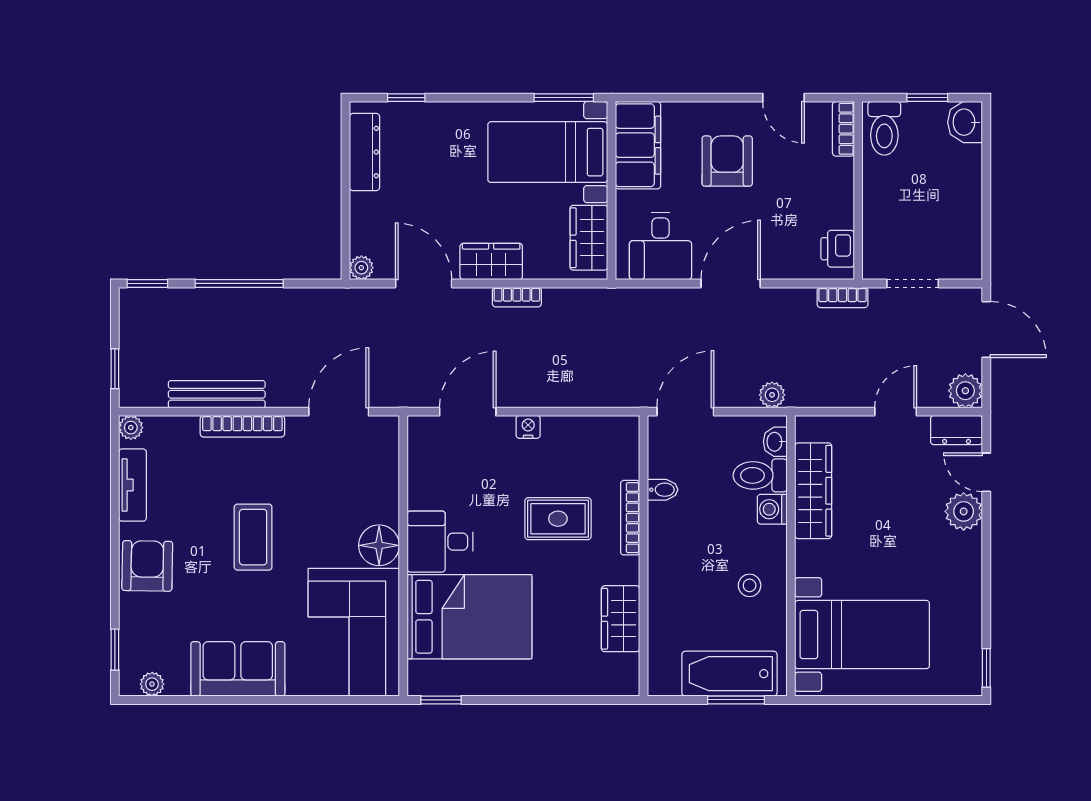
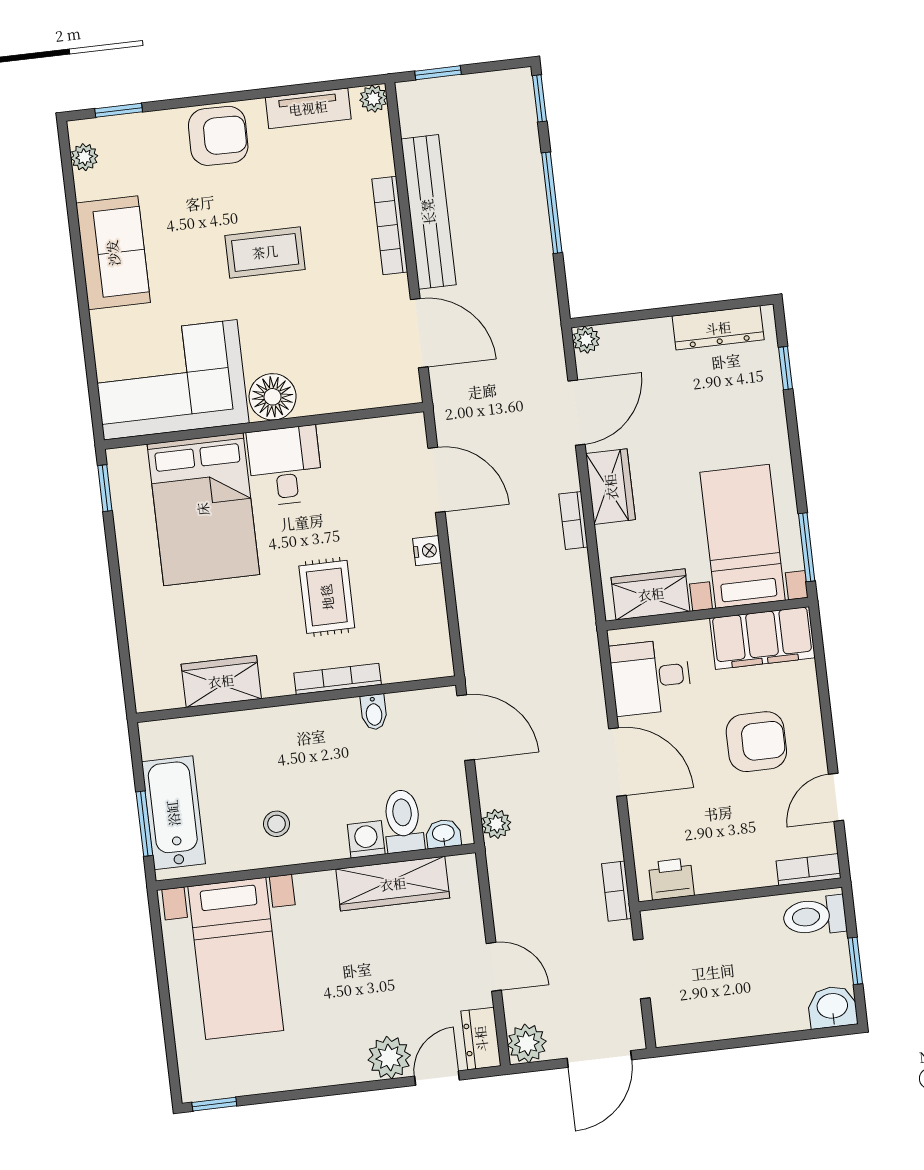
bench: (217, 394) -> (428, 212), width x1.37, depth x1.21

